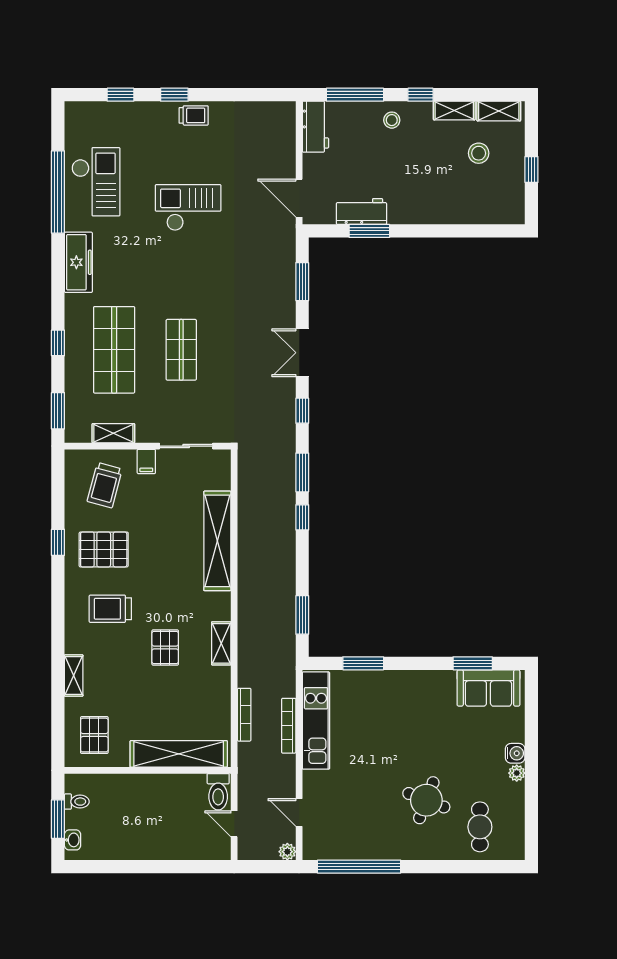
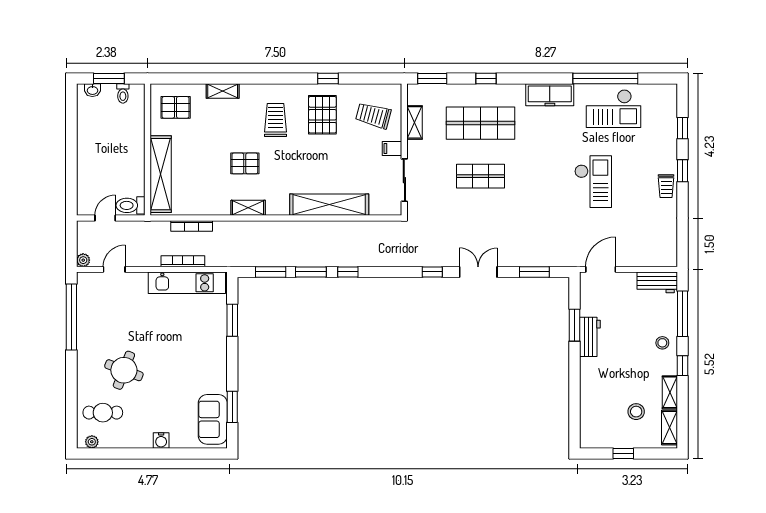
workbench: (361, 211) -> (590, 337), moved
window: (302, 472) -> (311, 272), moved
plant: (517, 773) -> (92, 442), moved

